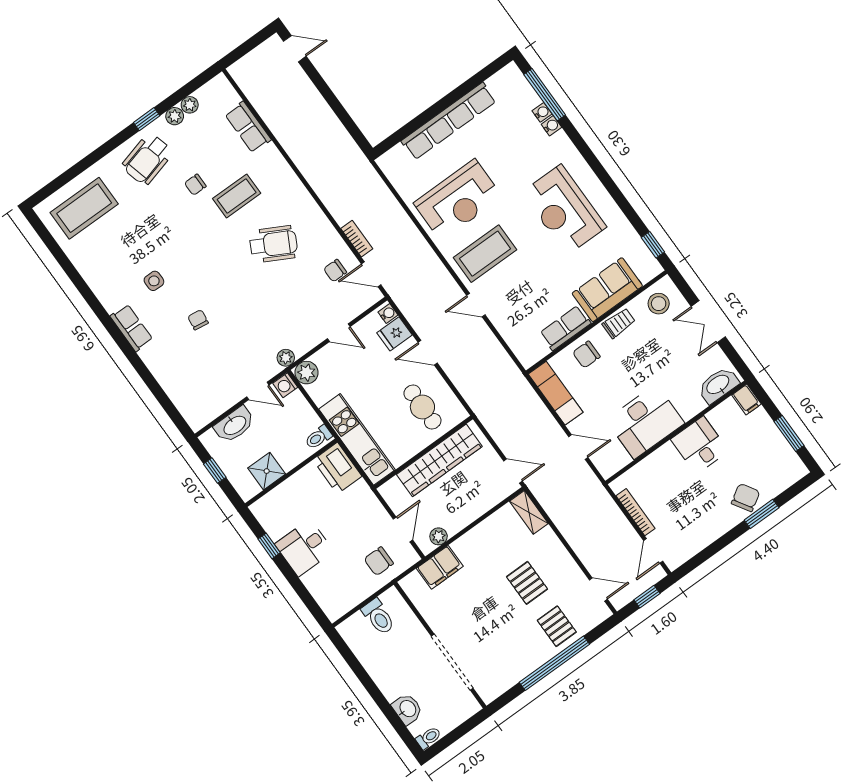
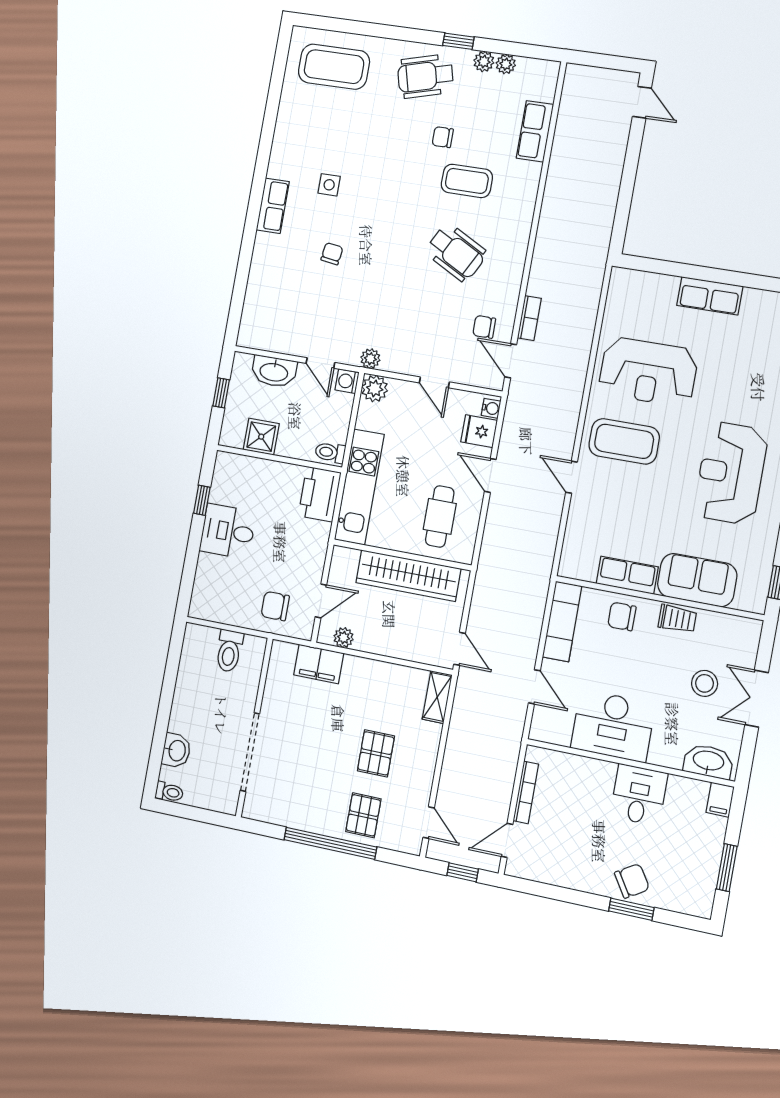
row of seats: (449, 121) -> (710, 296), width x0.50
stool: (659, 304) -> (705, 683), moved

